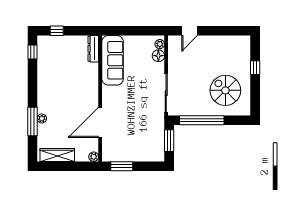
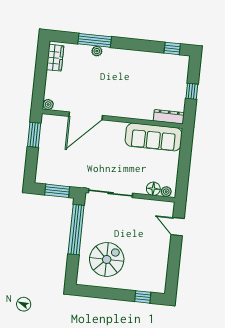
window: (57, 31) -> (192, 91), moved
window: (255, 68) -> (143, 297), moved
door: (100, 122) -> (86, 116), swing flipped
wardrobe: (57, 155) -> (55, 58), width x0.67

